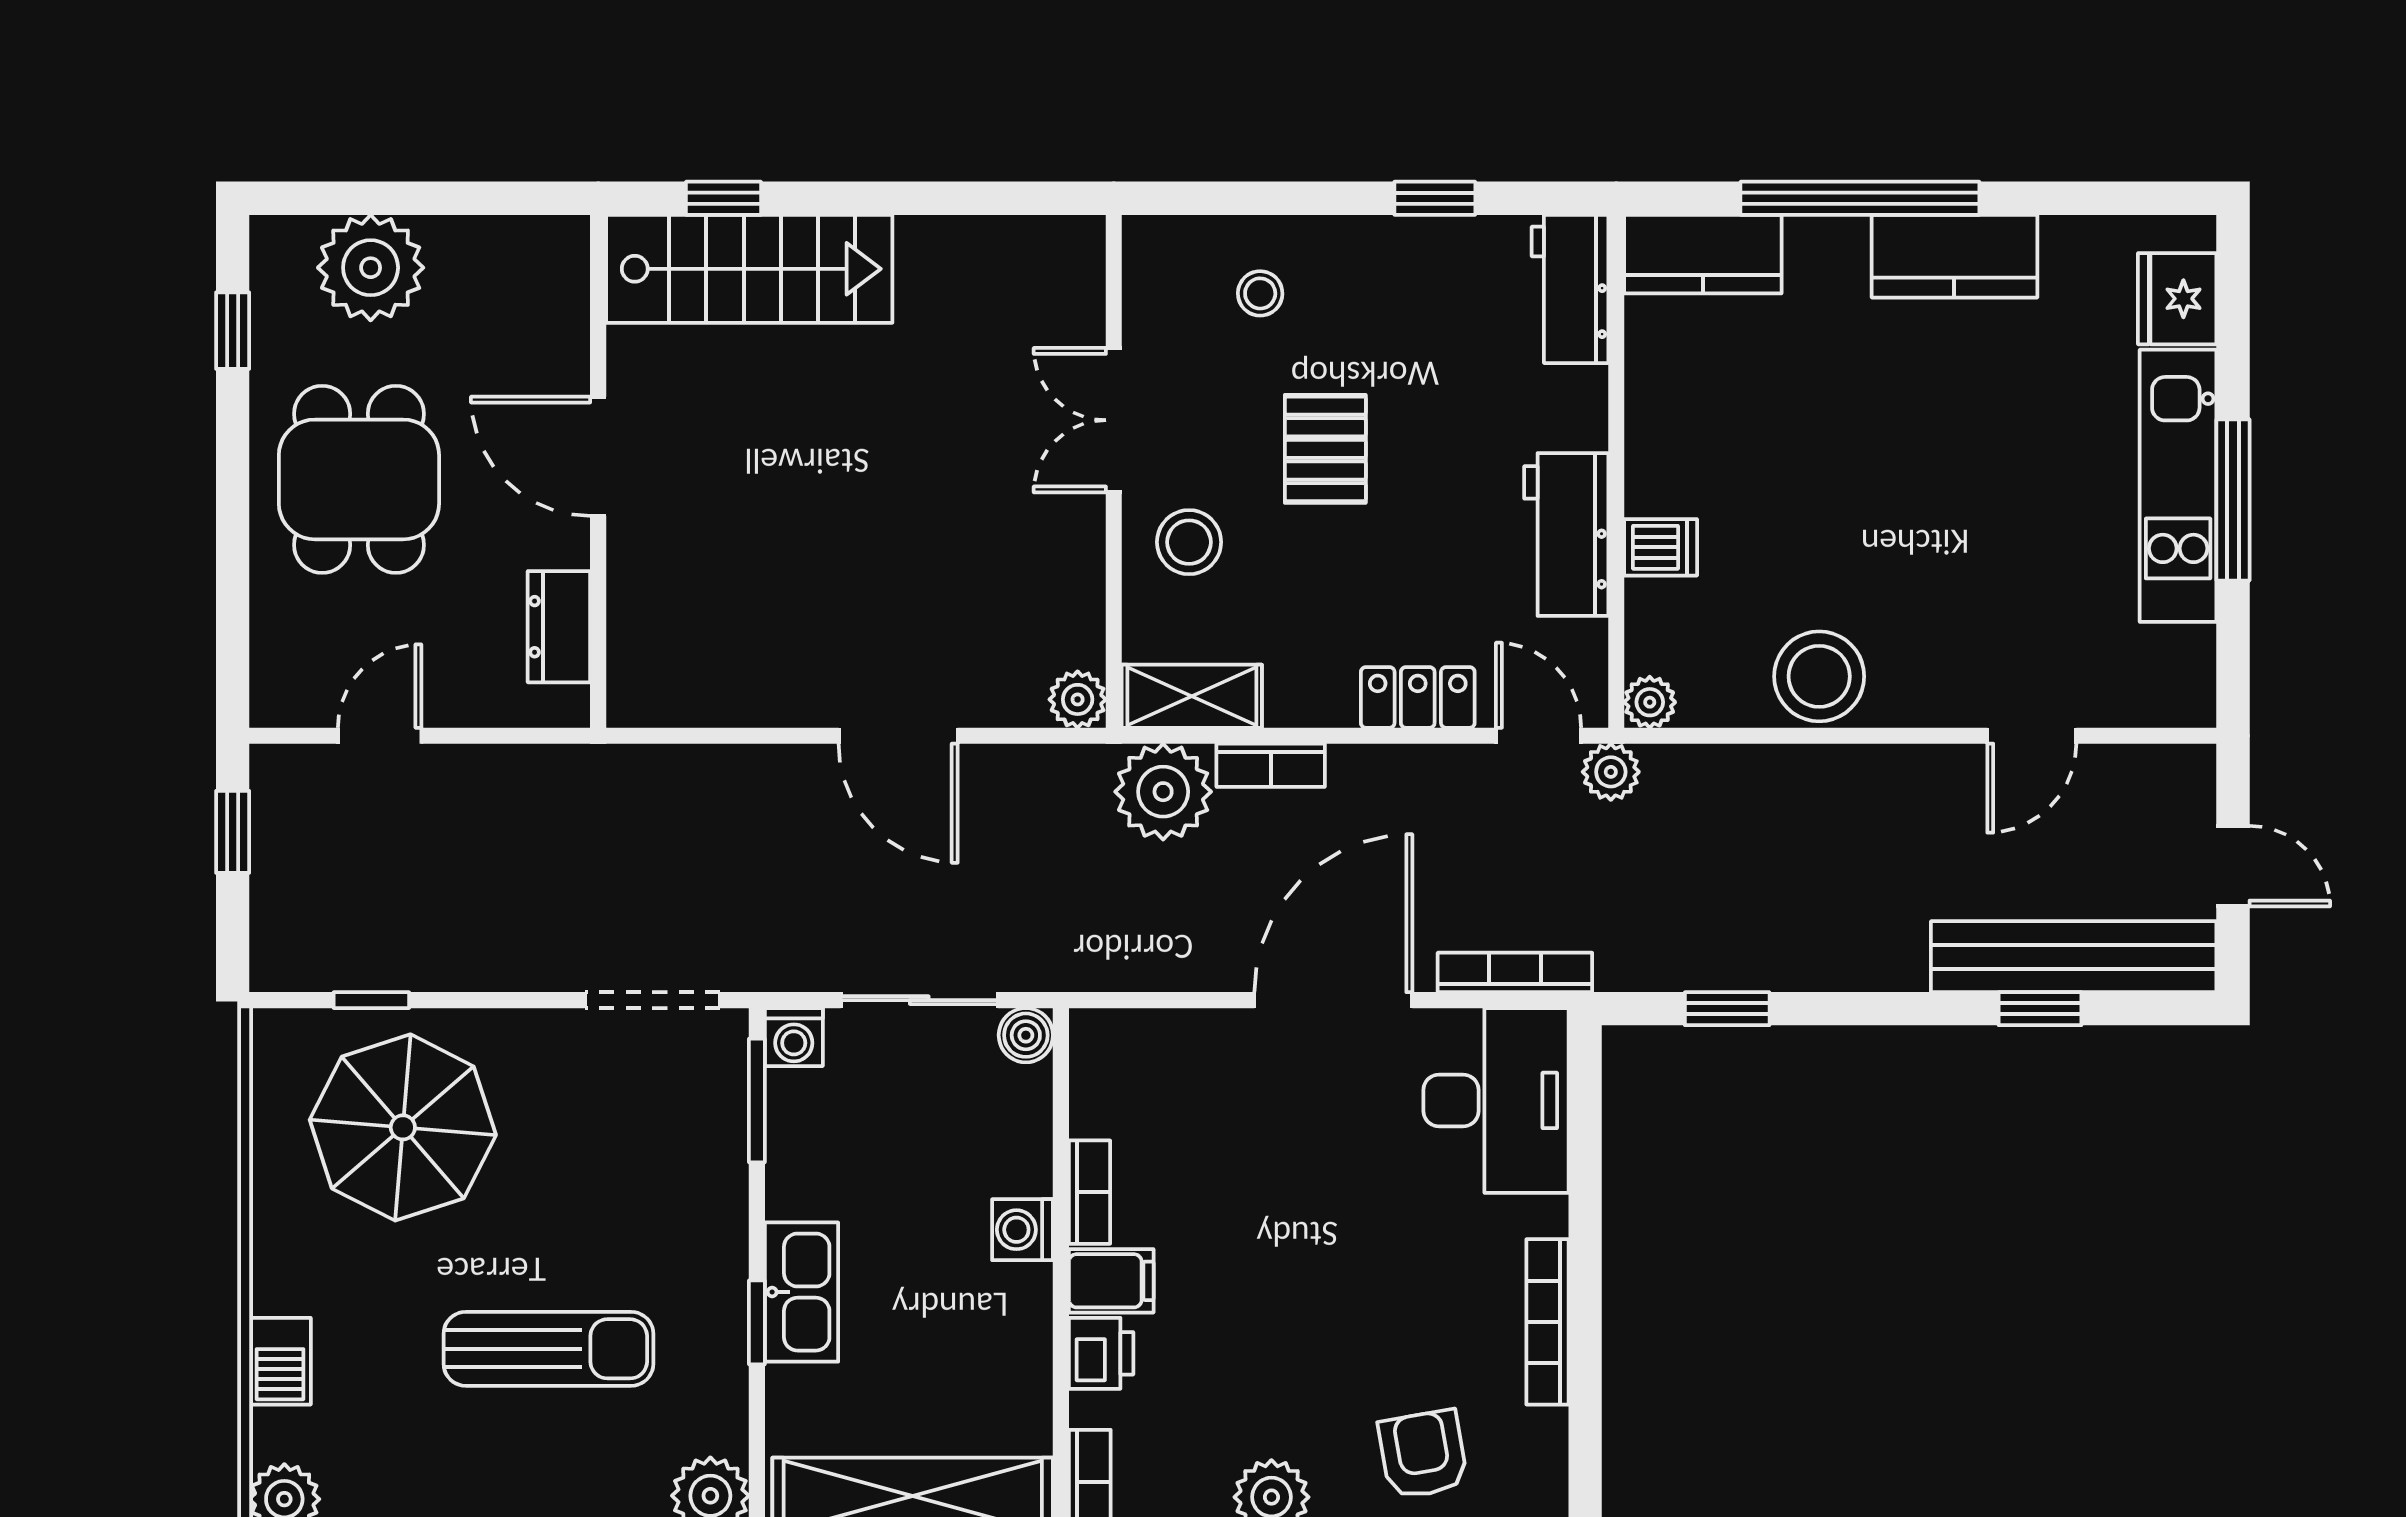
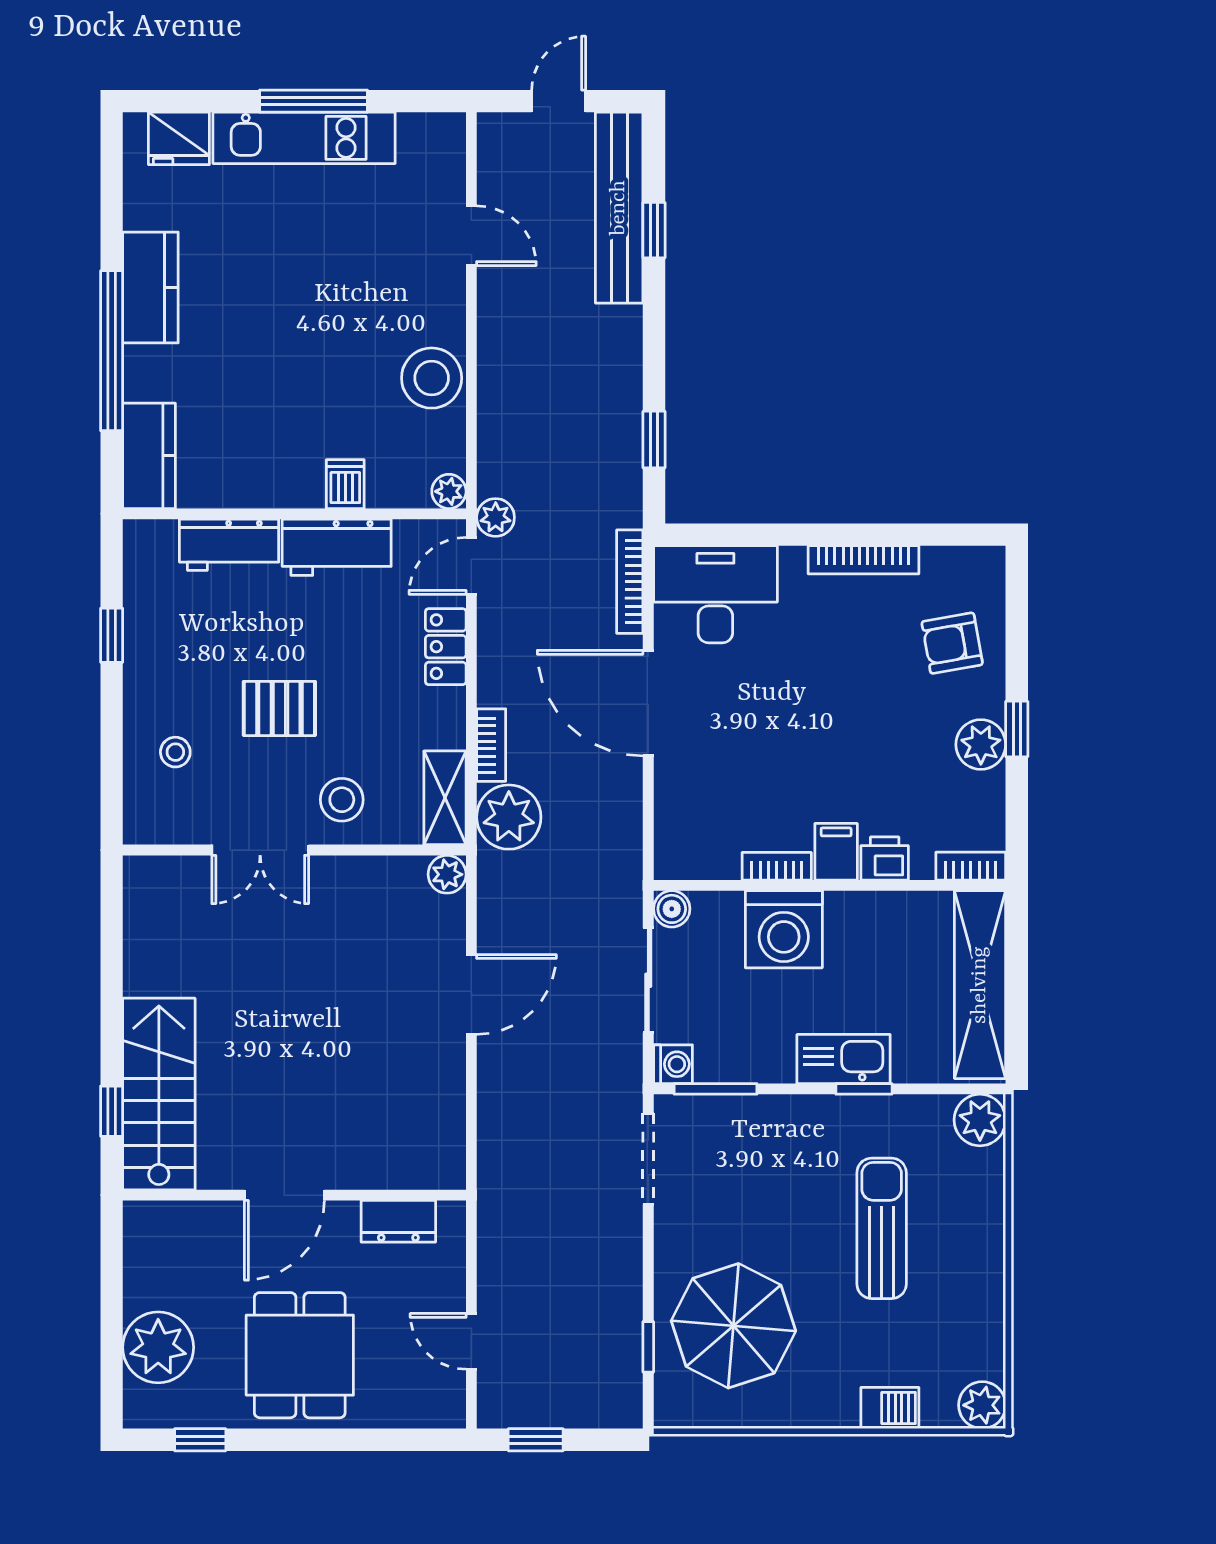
workbench: (1570, 289) -> (229, 545), moved
dining table: (359, 479) -> (300, 1355), turned 90
washing machine: (1023, 1230) -> (784, 929), width x1.89, depth x1.89

